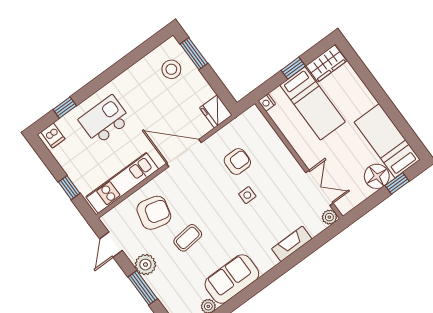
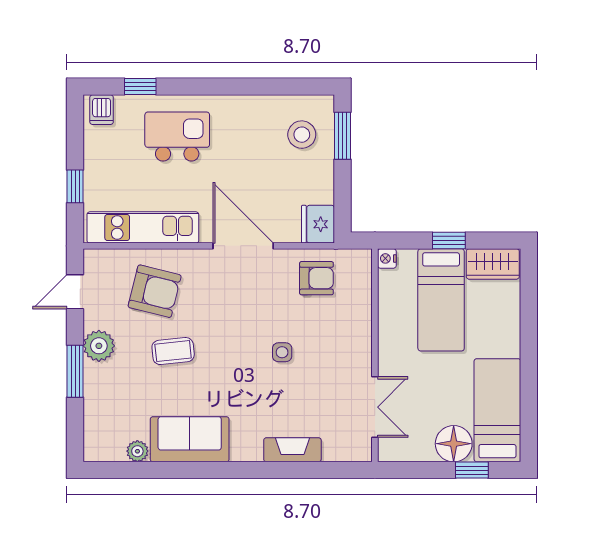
armchair: (237, 161) -> (316, 278), moved
plant: (329, 217) -> (361, 451), removed

